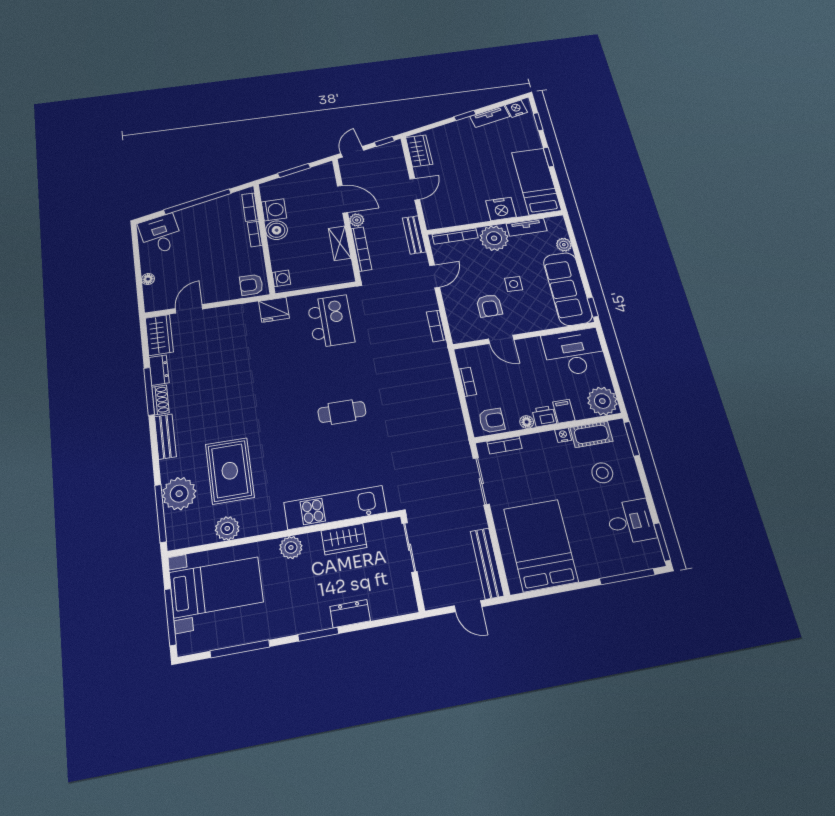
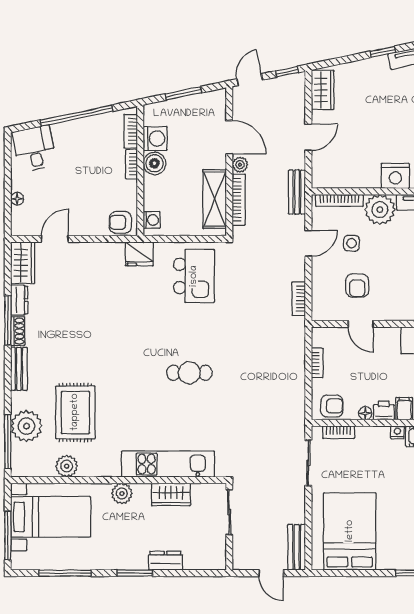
shelving: (340, 243) -> (215, 199), width x1.50, depth x1.33
side table: (514, 284) -> (352, 243), moved
bench: (487, 563) -> (297, 547), width x0.73

